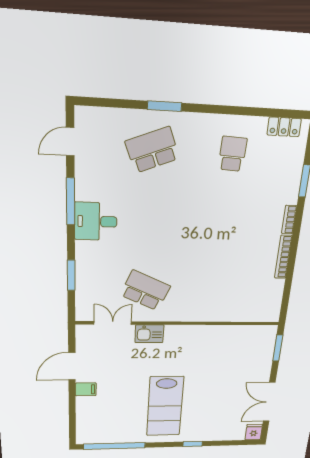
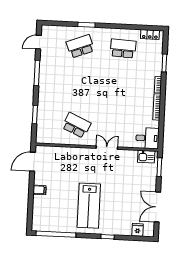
school desk: (233, 154) -> (123, 48), width x1.85
desk: (96, 221) -> (147, 138), moved, turned 180
double door: (113, 323) -> (107, 148), moved
kitchen sink: (149, 334) -> (146, 157), moved
door: (72, 366) -> (33, 162), moved
fridge: (254, 432) -> (138, 230), moved

